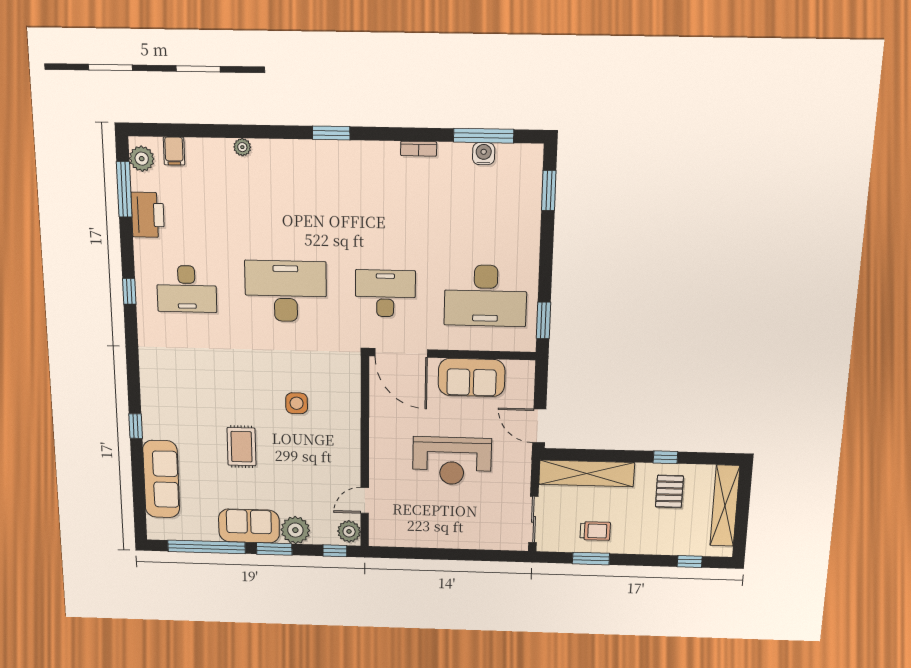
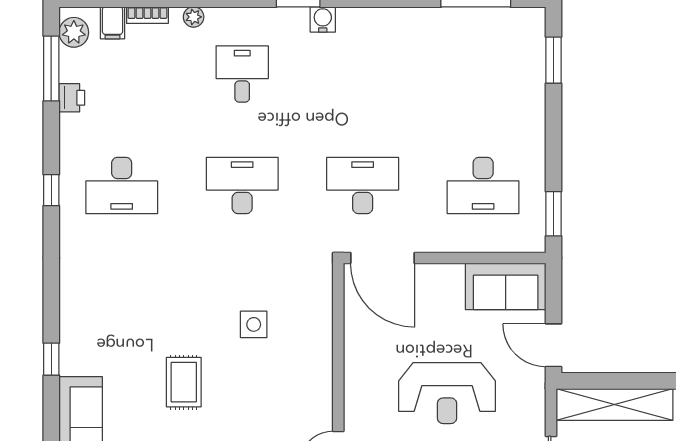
bookcase: (419, 149) -> (147, 15), moved
water cooler: (484, 154) -> (323, 19), moved
desk: (284, 197) -> (242, 74), added
printer: (148, 215) -> (72, 98), width x0.53, depth x0.68
desk: (286, 291) -> (242, 186), width x0.73, depth x0.77
desk: (486, 296) -> (483, 186), width x0.73, depth x0.77
sofa: (472, 377) -> (506, 286), moved

